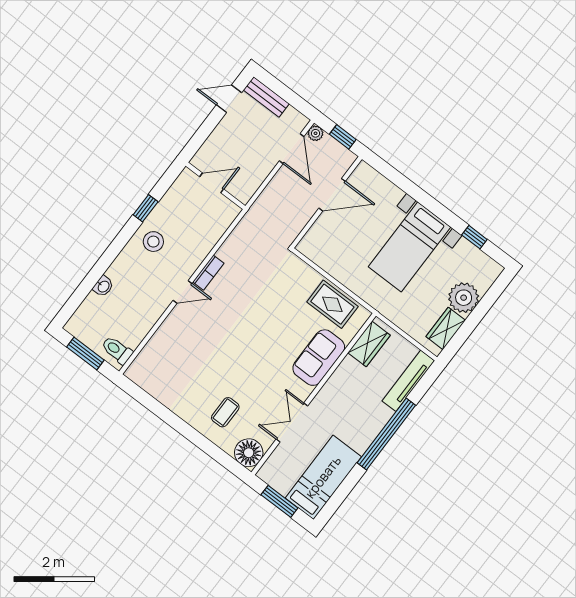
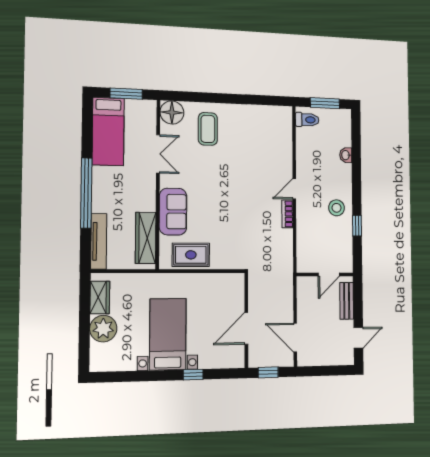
bench: (266, 97) -> (347, 301), moved, turned 90
plant: (316, 133) -> (288, 360), removed
window: (474, 237) -> (193, 374), moved
wardrobe: (369, 344) -> (146, 238), width x1.50
coffee table: (225, 412) -> (208, 129), width x1.36, depth x1.30

